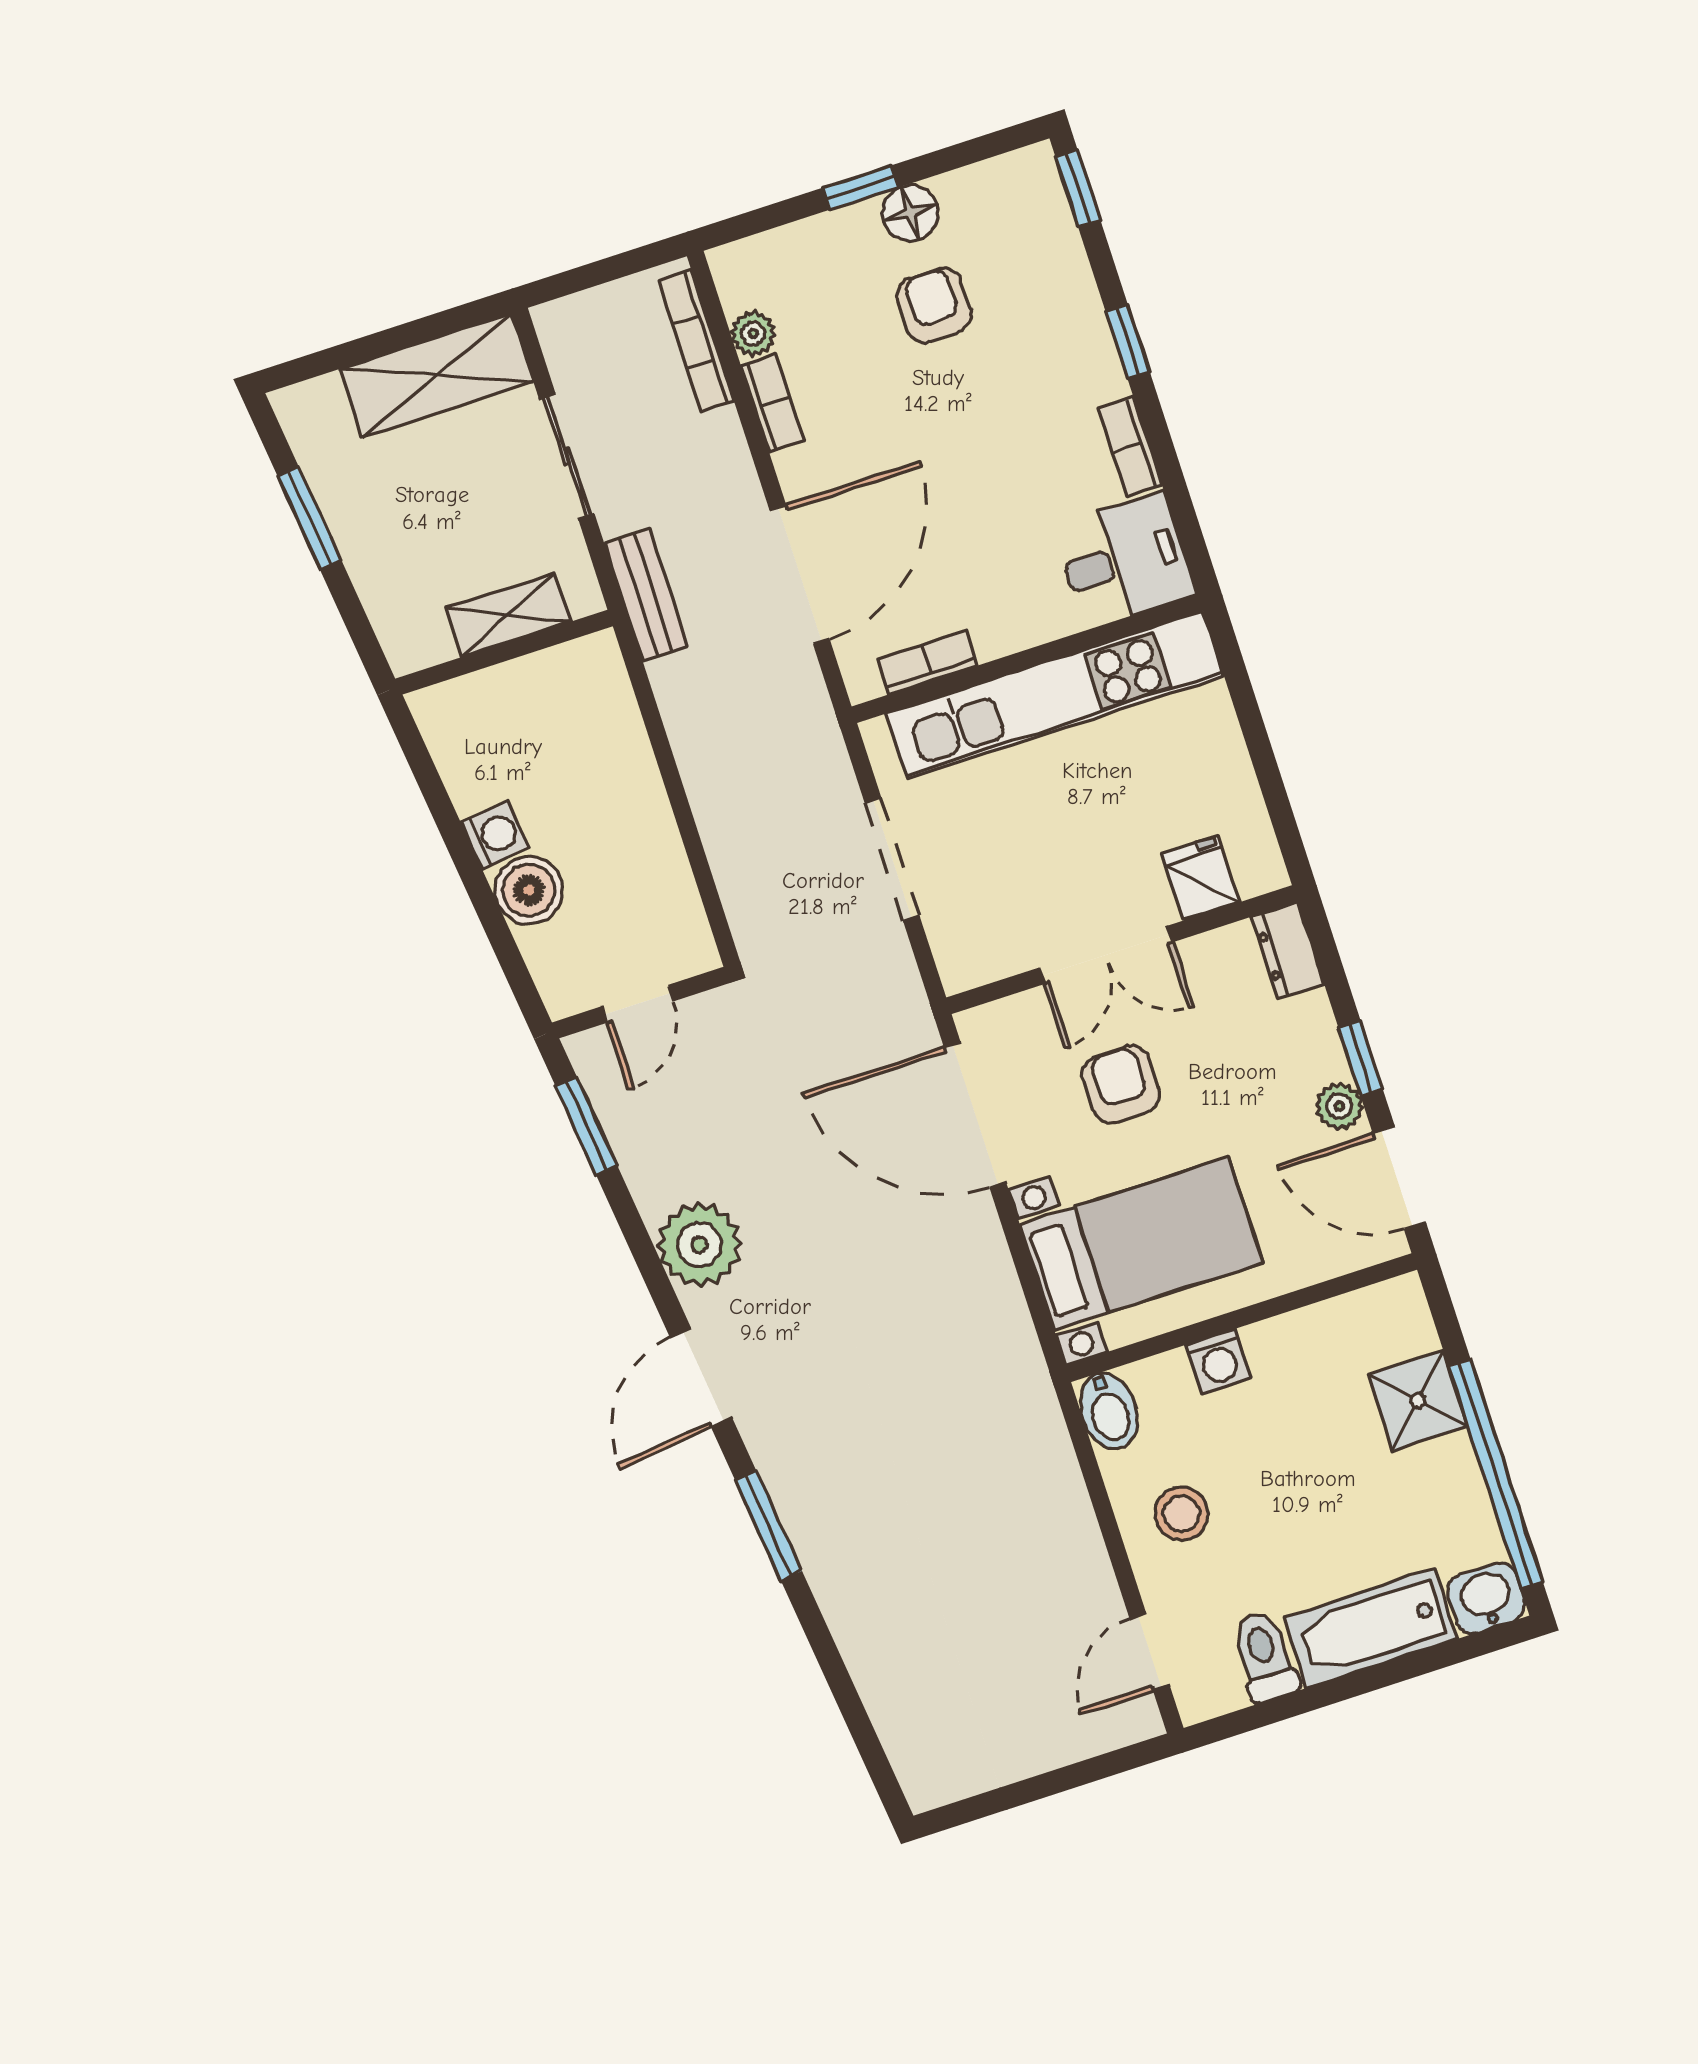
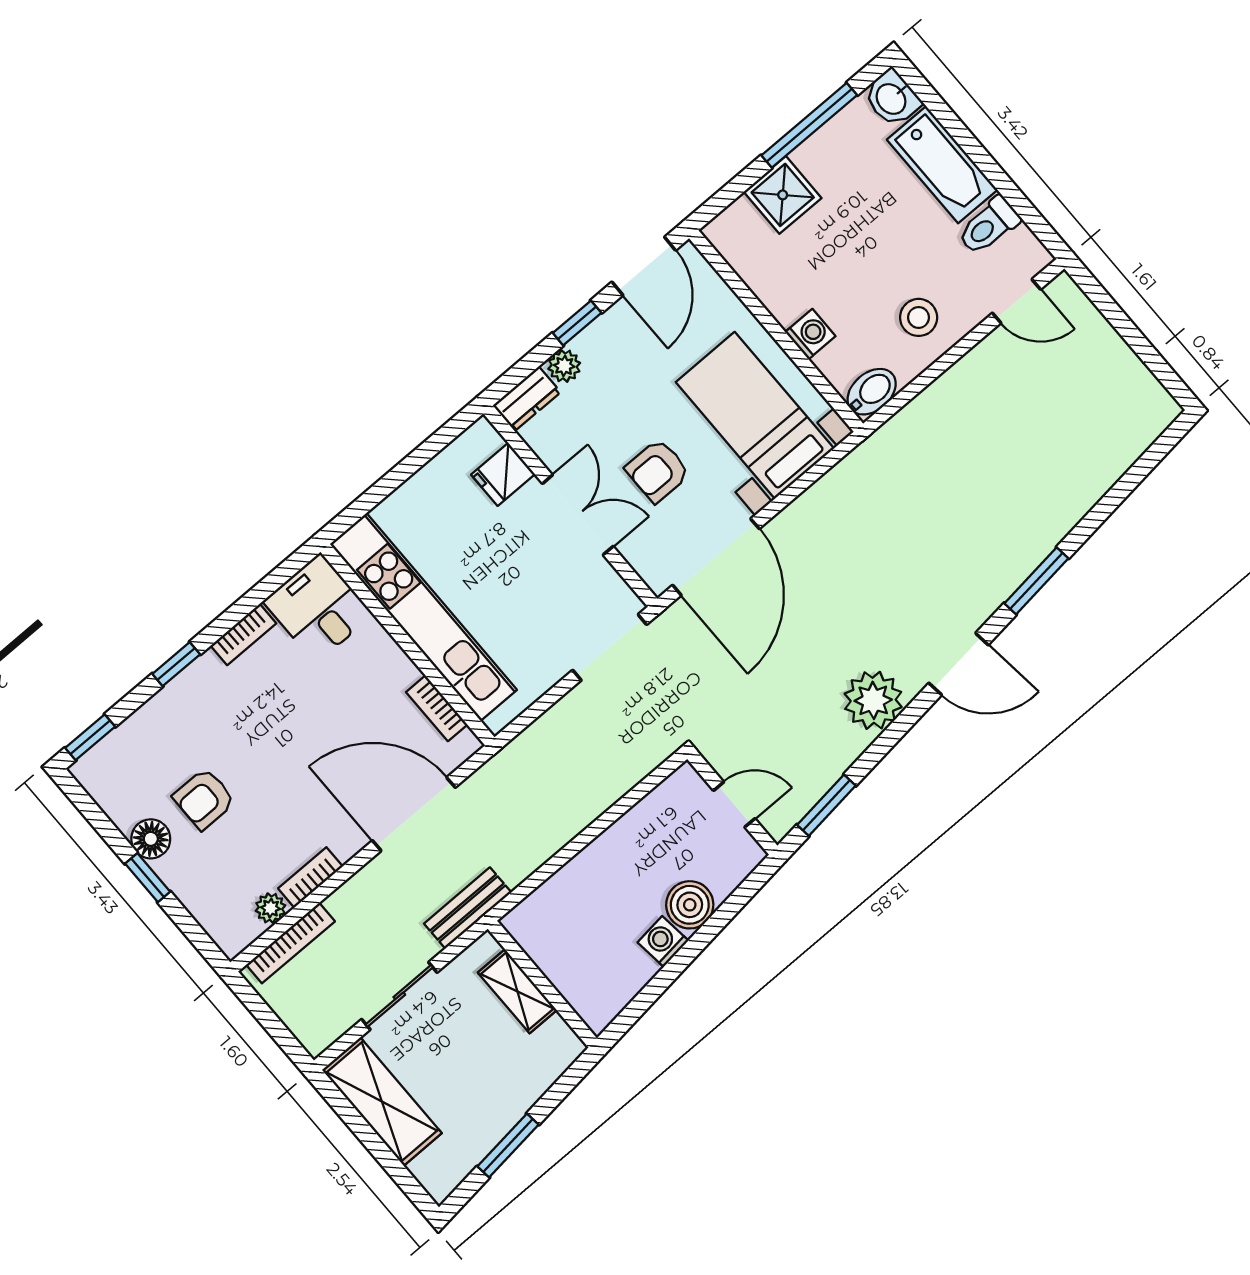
doorway: (892, 859) -> (610, 647), moved
plant: (1339, 1106) -> (564, 366), moved
window: (1496, 1474) -> (809, 125), width x0.68

